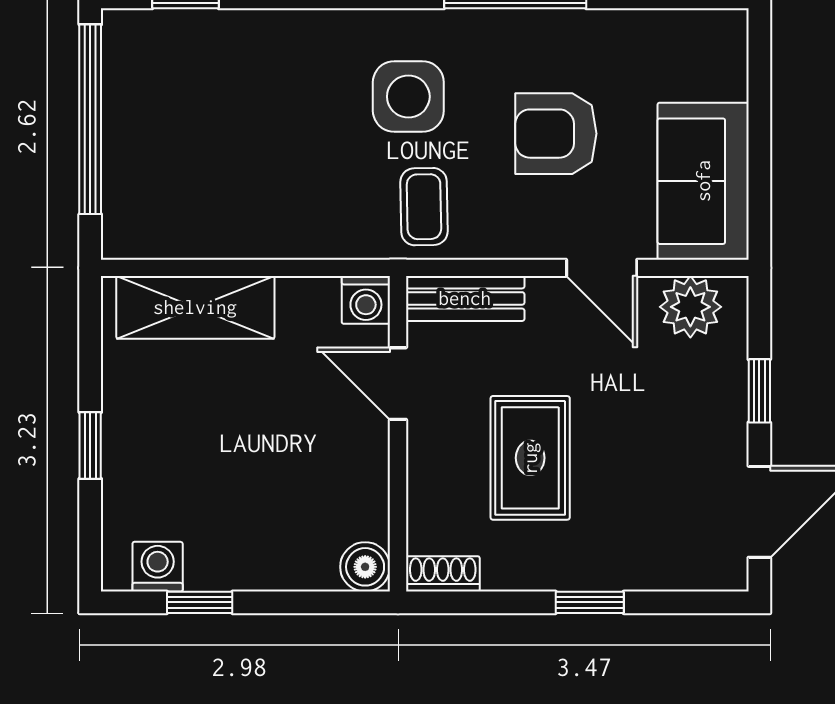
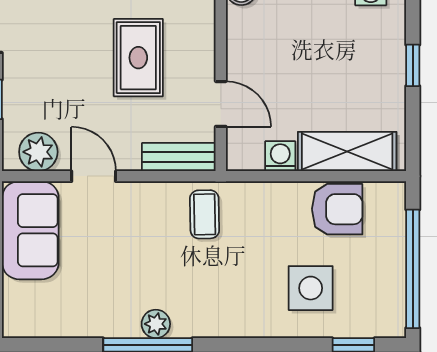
plant: (502, 31) -> (156, 324), added
side table: (408, 97) -> (311, 288), moved
armchair: (556, 134) -> (337, 209), moved
washing machine: (366, 300) -> (280, 156), moved

